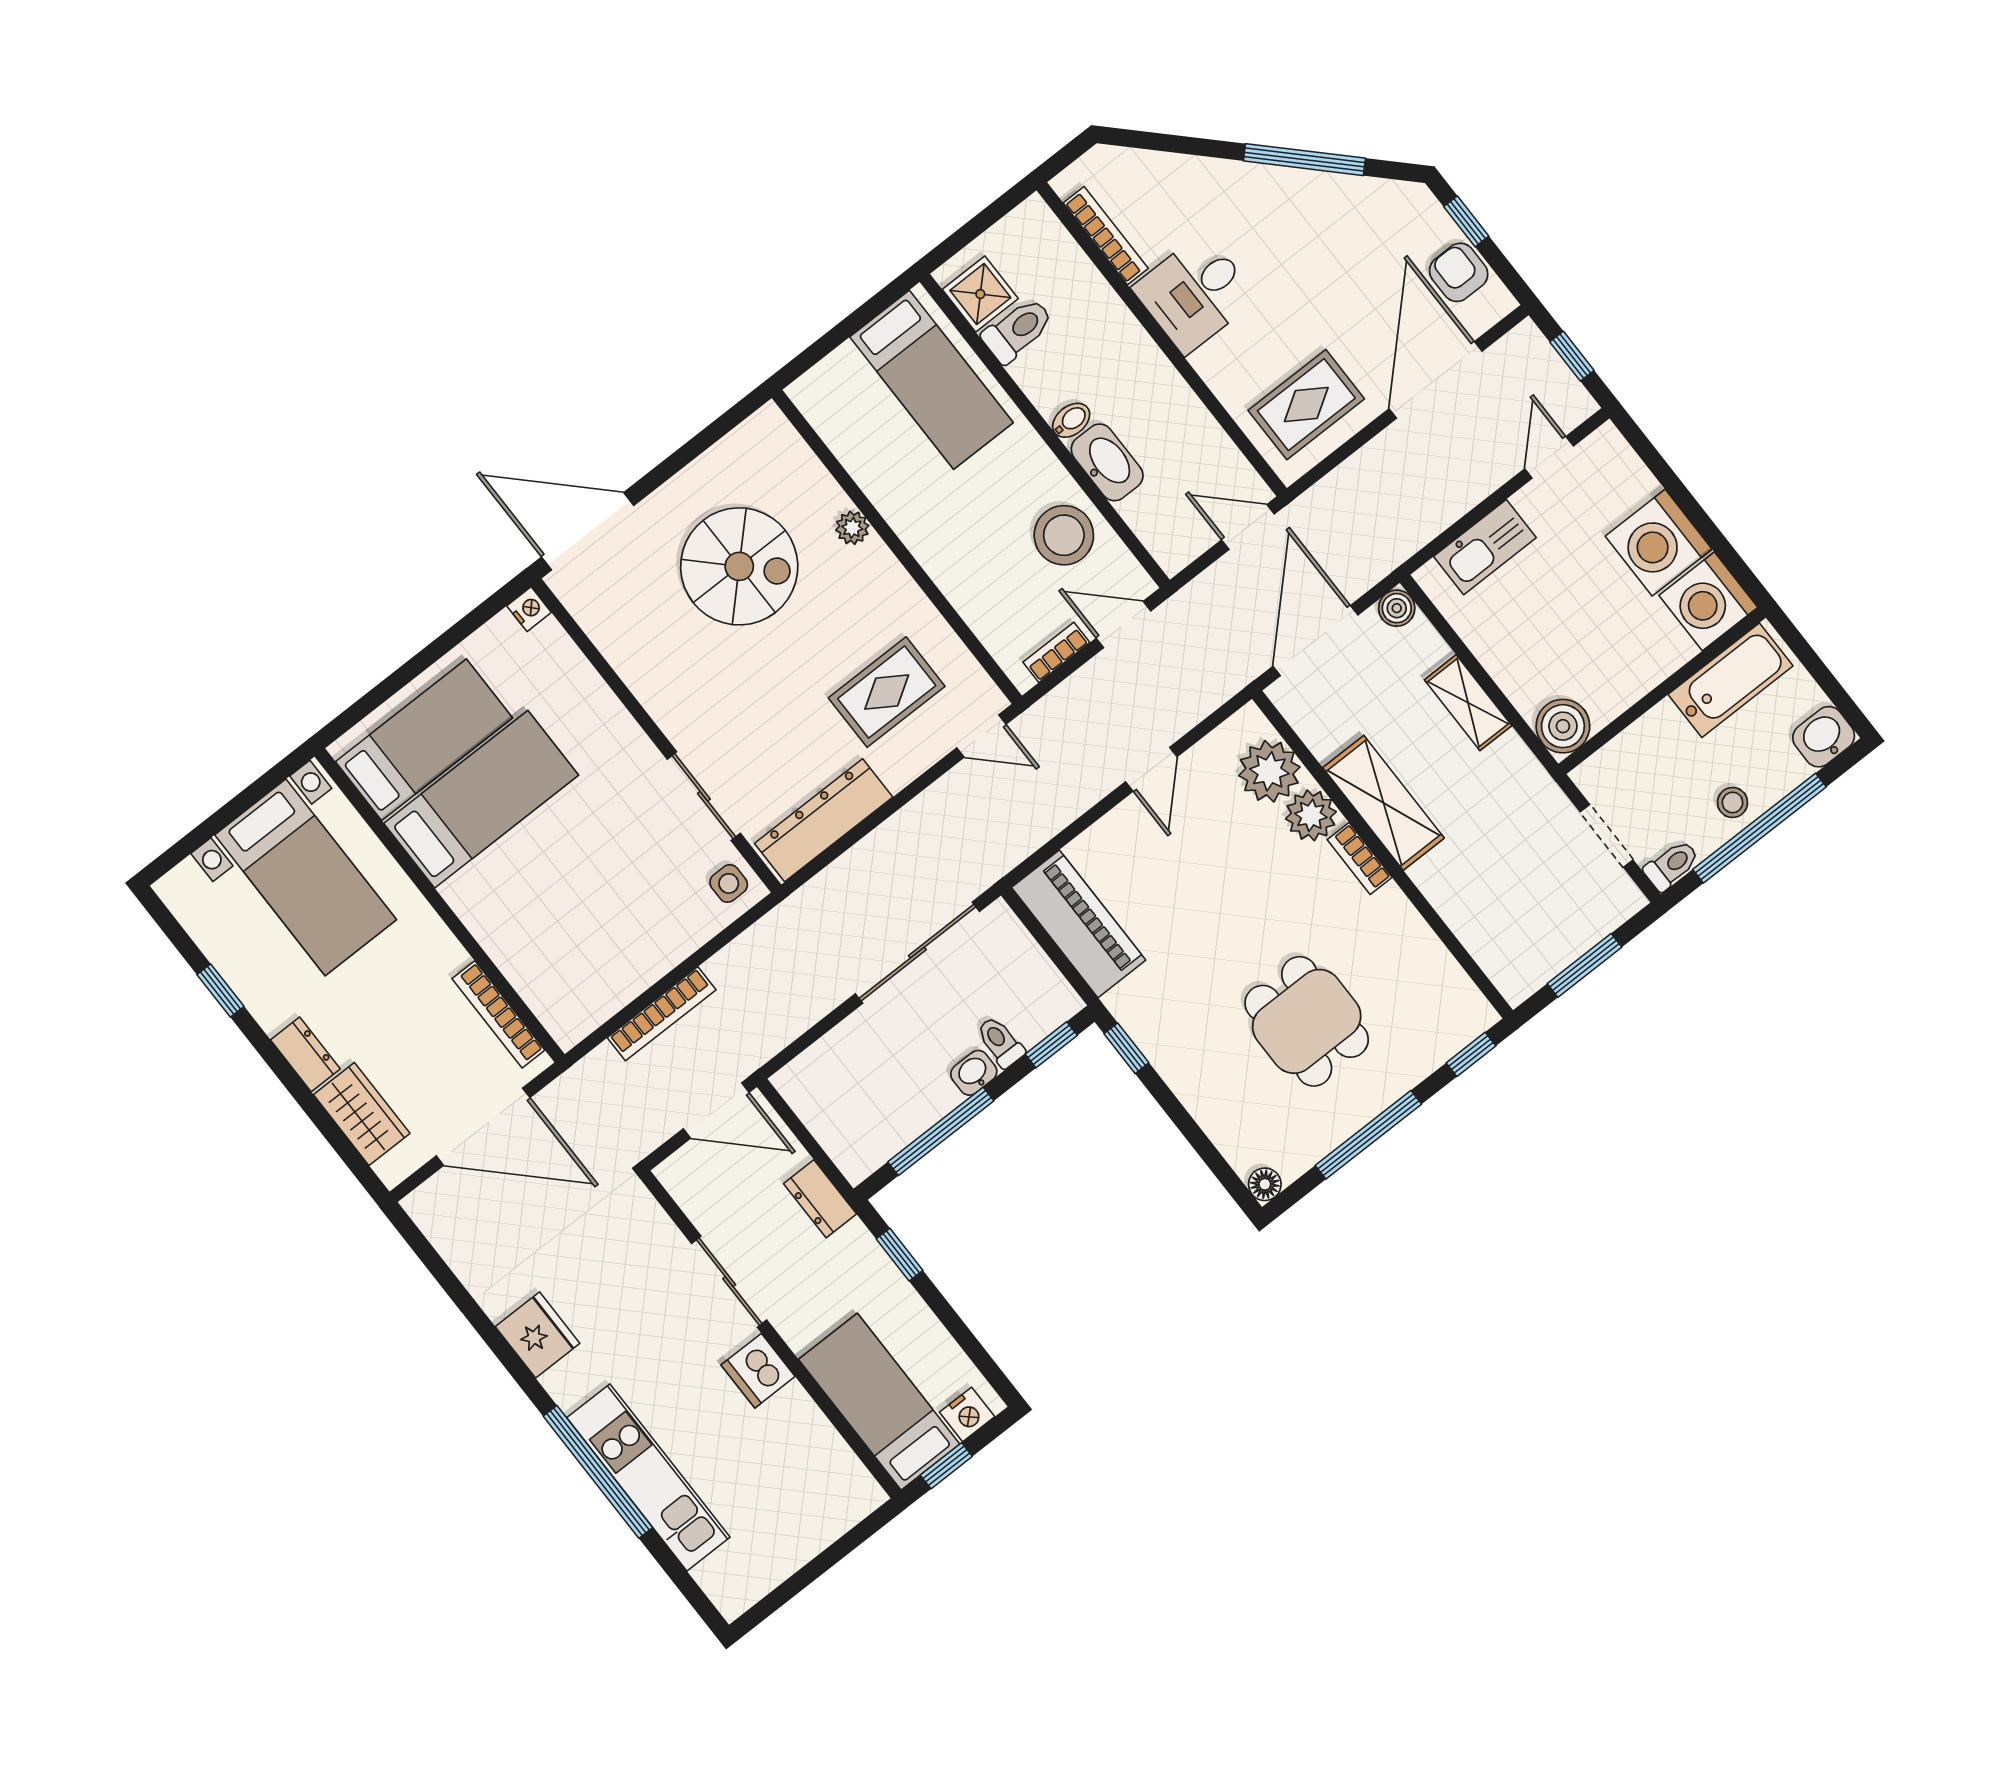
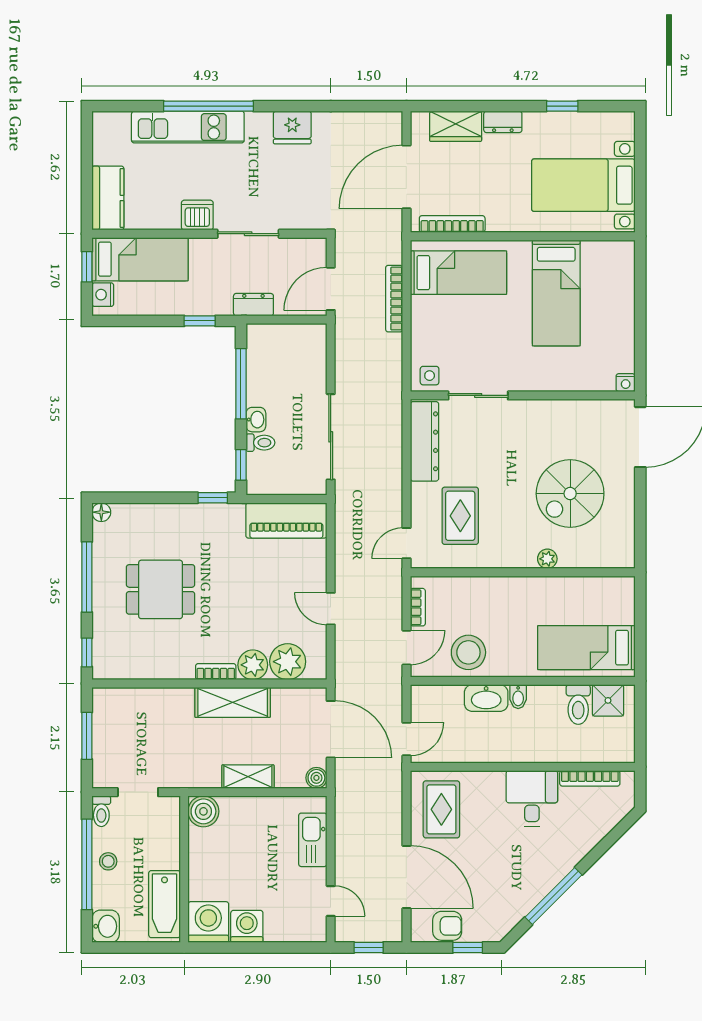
washing machine: (1659, 543) -> (247, 926), width x0.73, depth x0.73
bed: (424, 740) -> (458, 273), moved, turned -90
kitchen counter: (830, 1511) -> (108, 198), added

